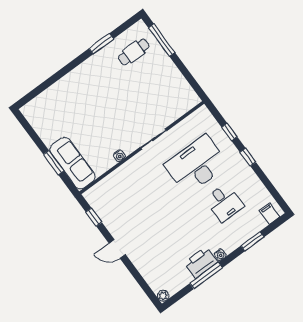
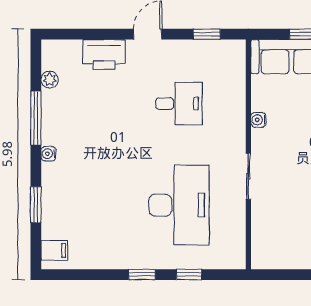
desk: (224, 203) -> (179, 104), moved, turned 180
printer: (201, 262) -> (104, 55), moved, turned 90
plant: (163, 296) -> (50, 80), moved

